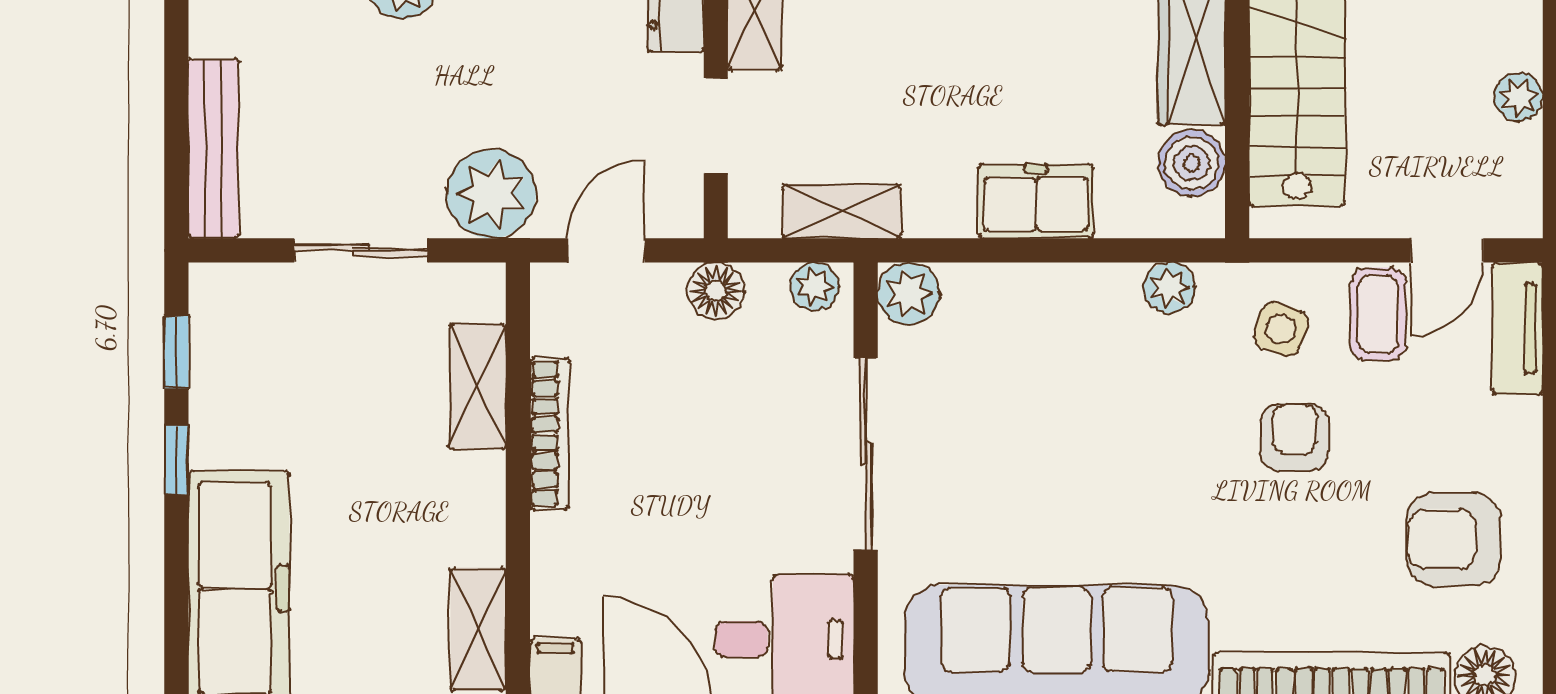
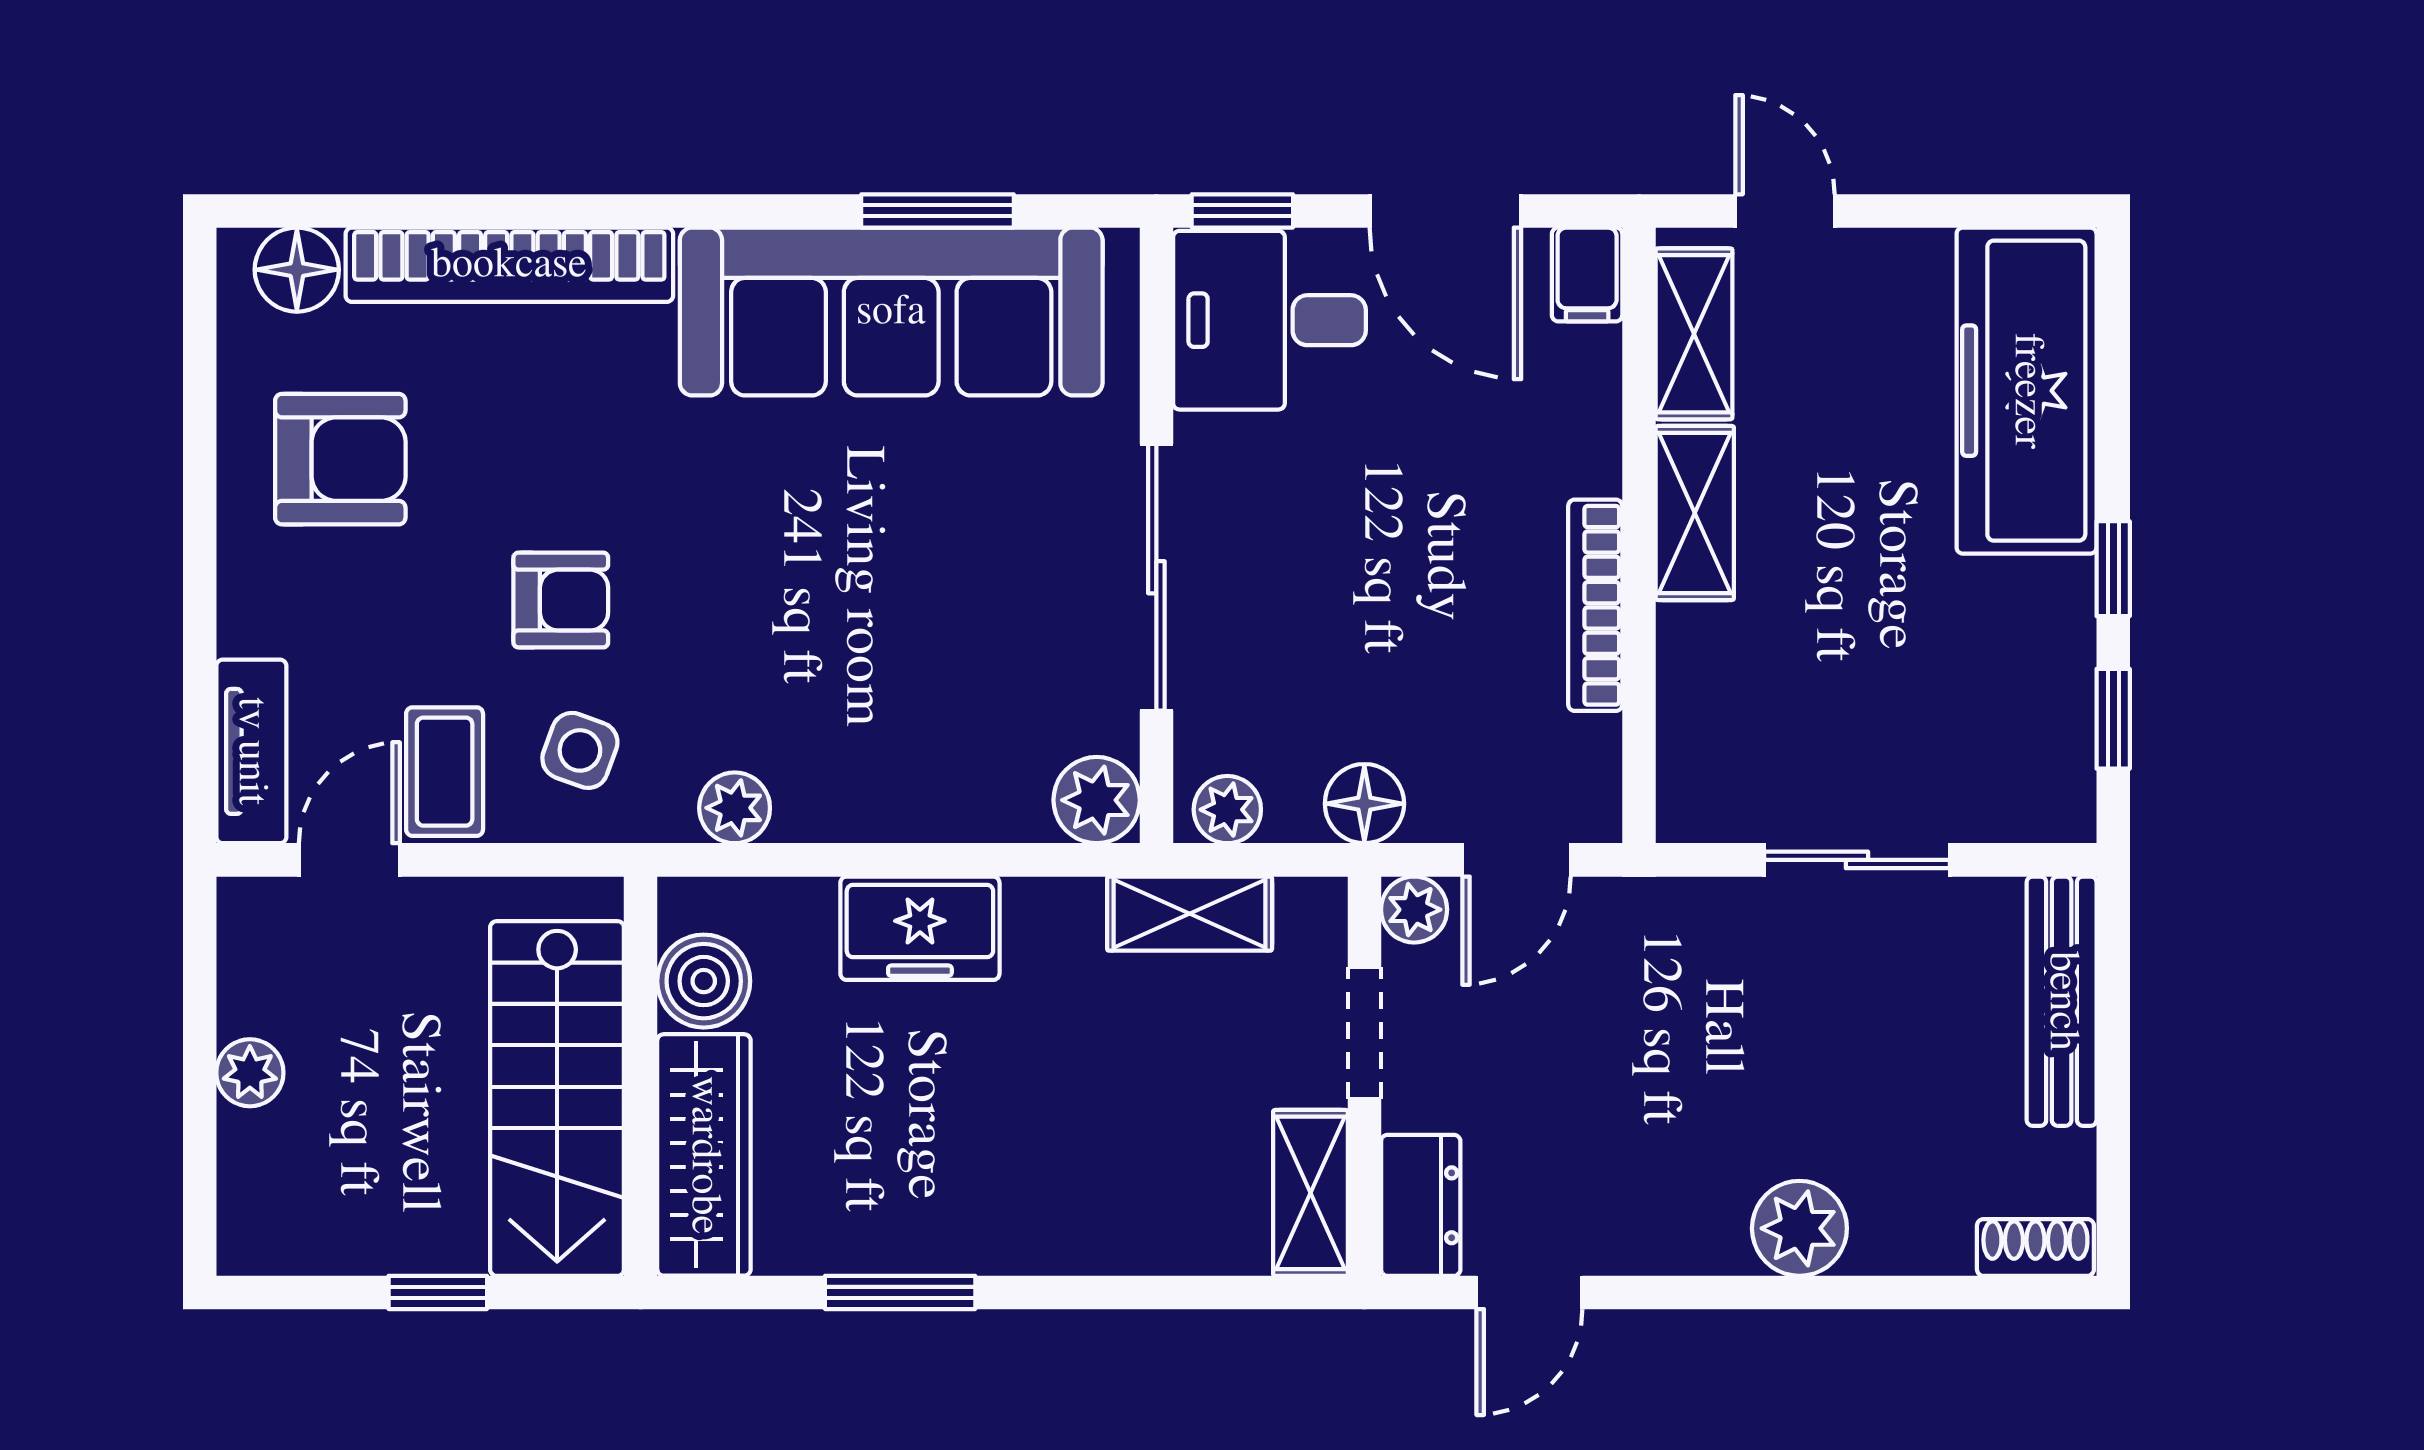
plant: (491, 194) -> (1414, 910), moved, width x0.53, depth x0.53
shelving: (478, 386) -> (1695, 513), moved
armchair: (1295, 437) -> (561, 600), turned -90

